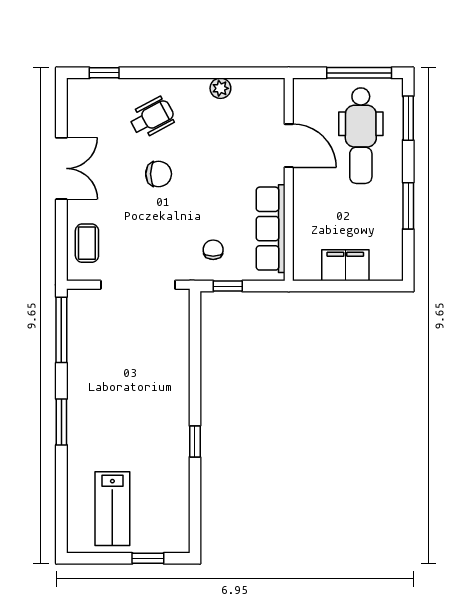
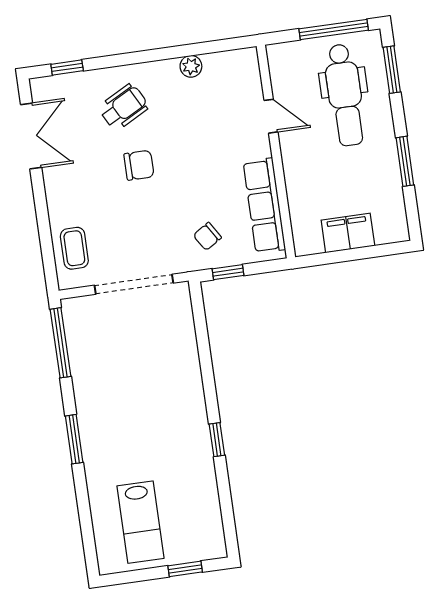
door: (289, 146) -> (271, 116), width x0.73
double door: (61, 168) -> (31, 136), moved
chair: (213, 250) -> (207, 236), turned -122

